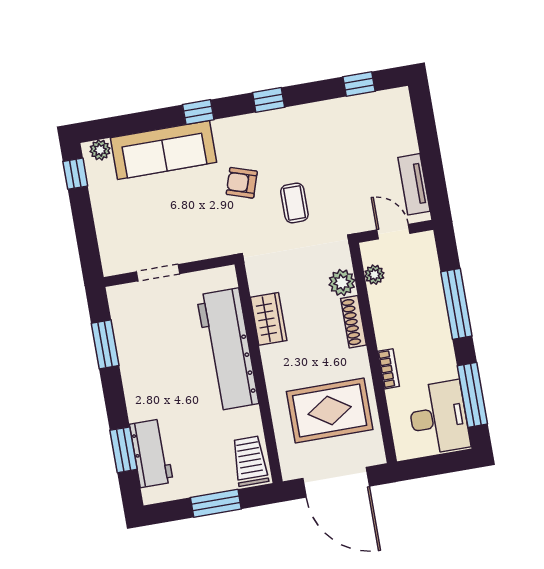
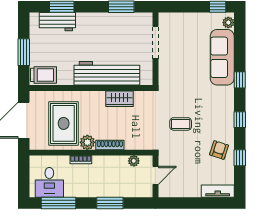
window: (359, 84) -> (240, 158), moved
armchair: (242, 183) -> (219, 150), moved
tv unit: (414, 184) -> (218, 191), moved
doorway: (158, 273) -> (155, 43), width x1.38
plant: (342, 283) -> (87, 142), moved
window: (456, 304) -> (110, 203), width x0.69
desk: (439, 417) -> (49, 182), width x0.73

